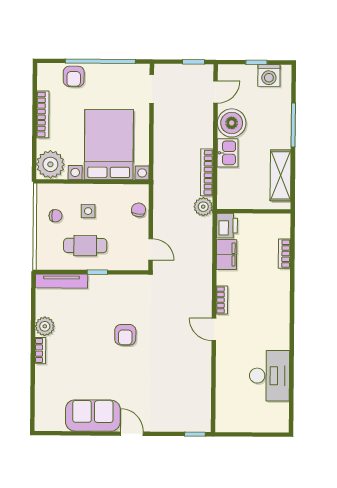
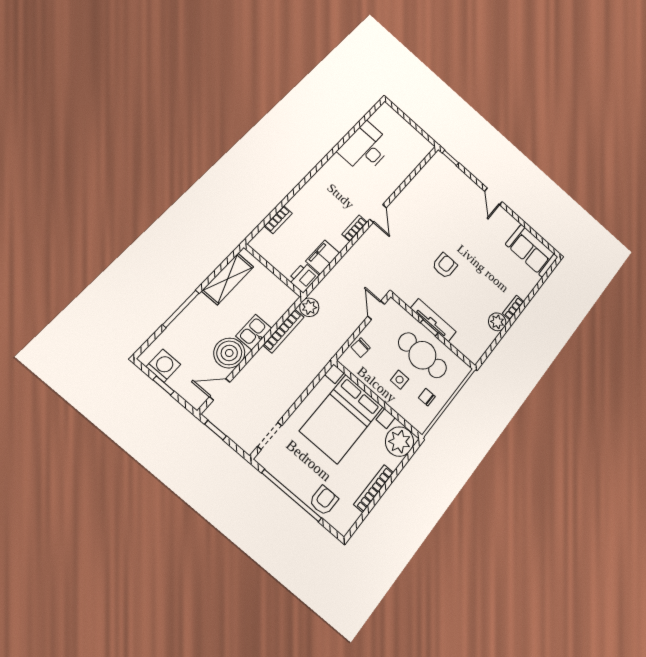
cafe table: (85, 246) -> (422, 355), width x1.37, depth x1.35
tv unit: (61, 281) -> (433, 320), moved
sofa: (93, 416) -> (532, 251), moved

